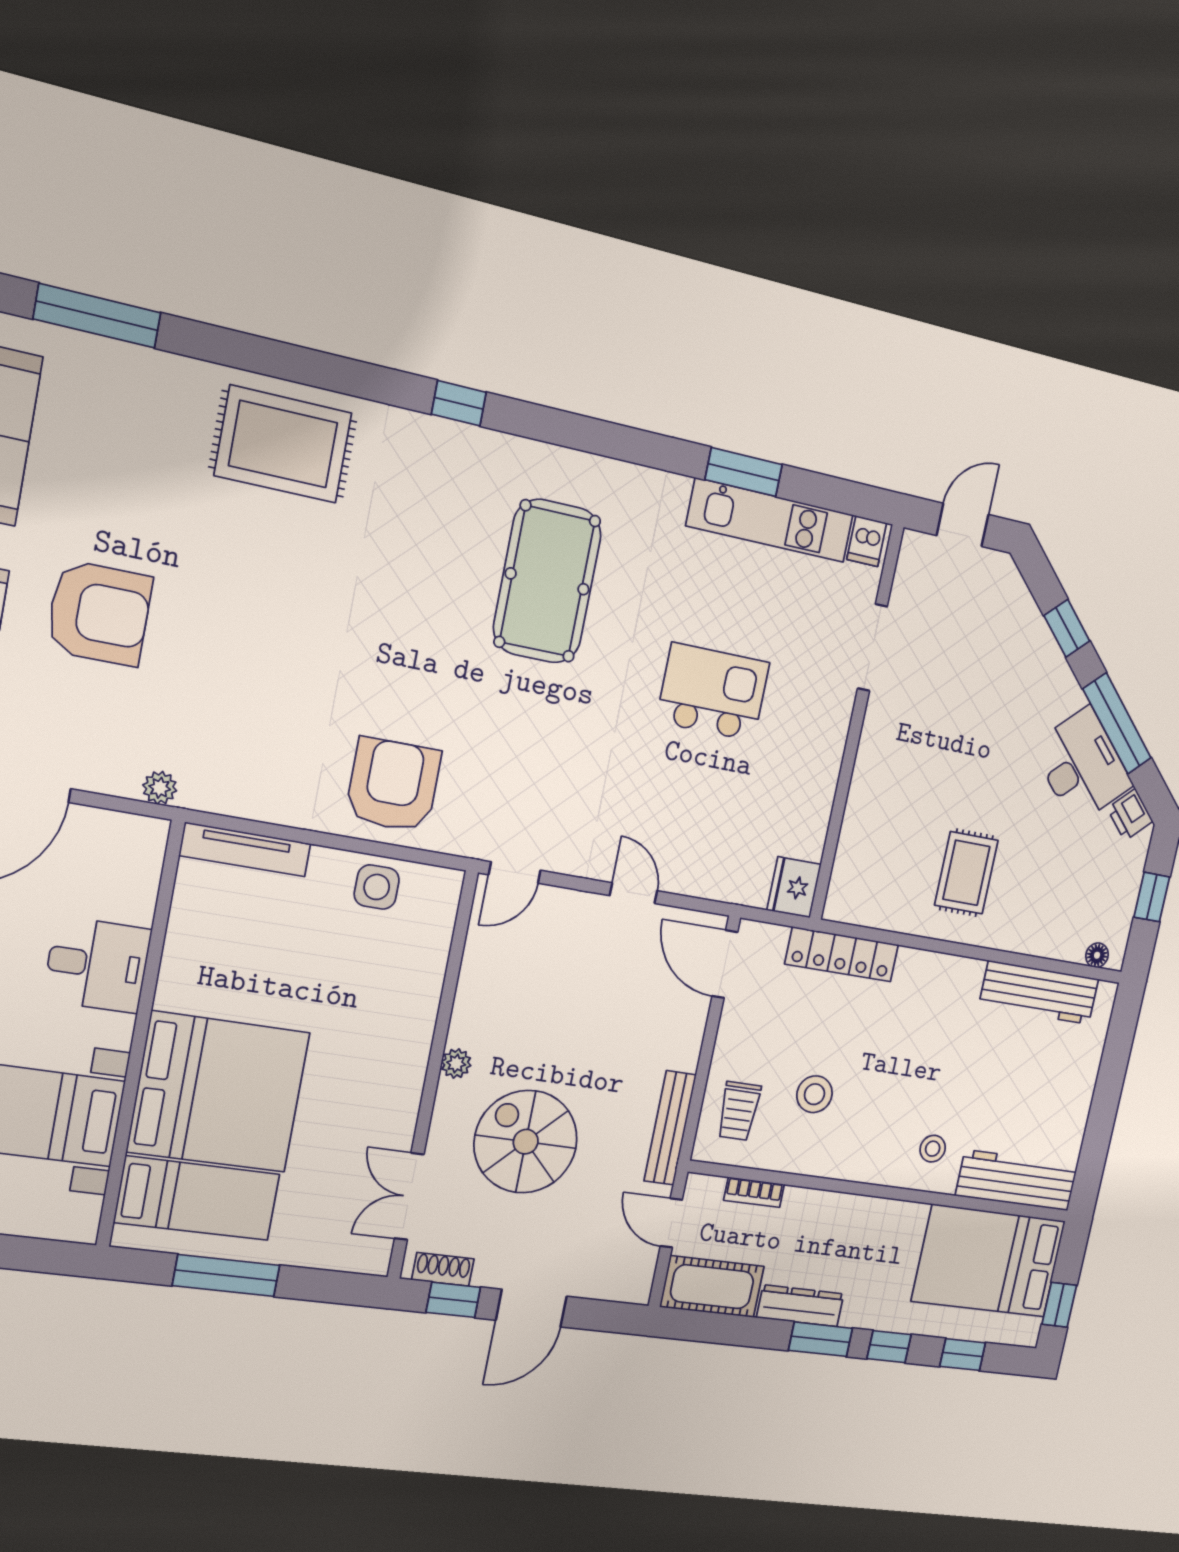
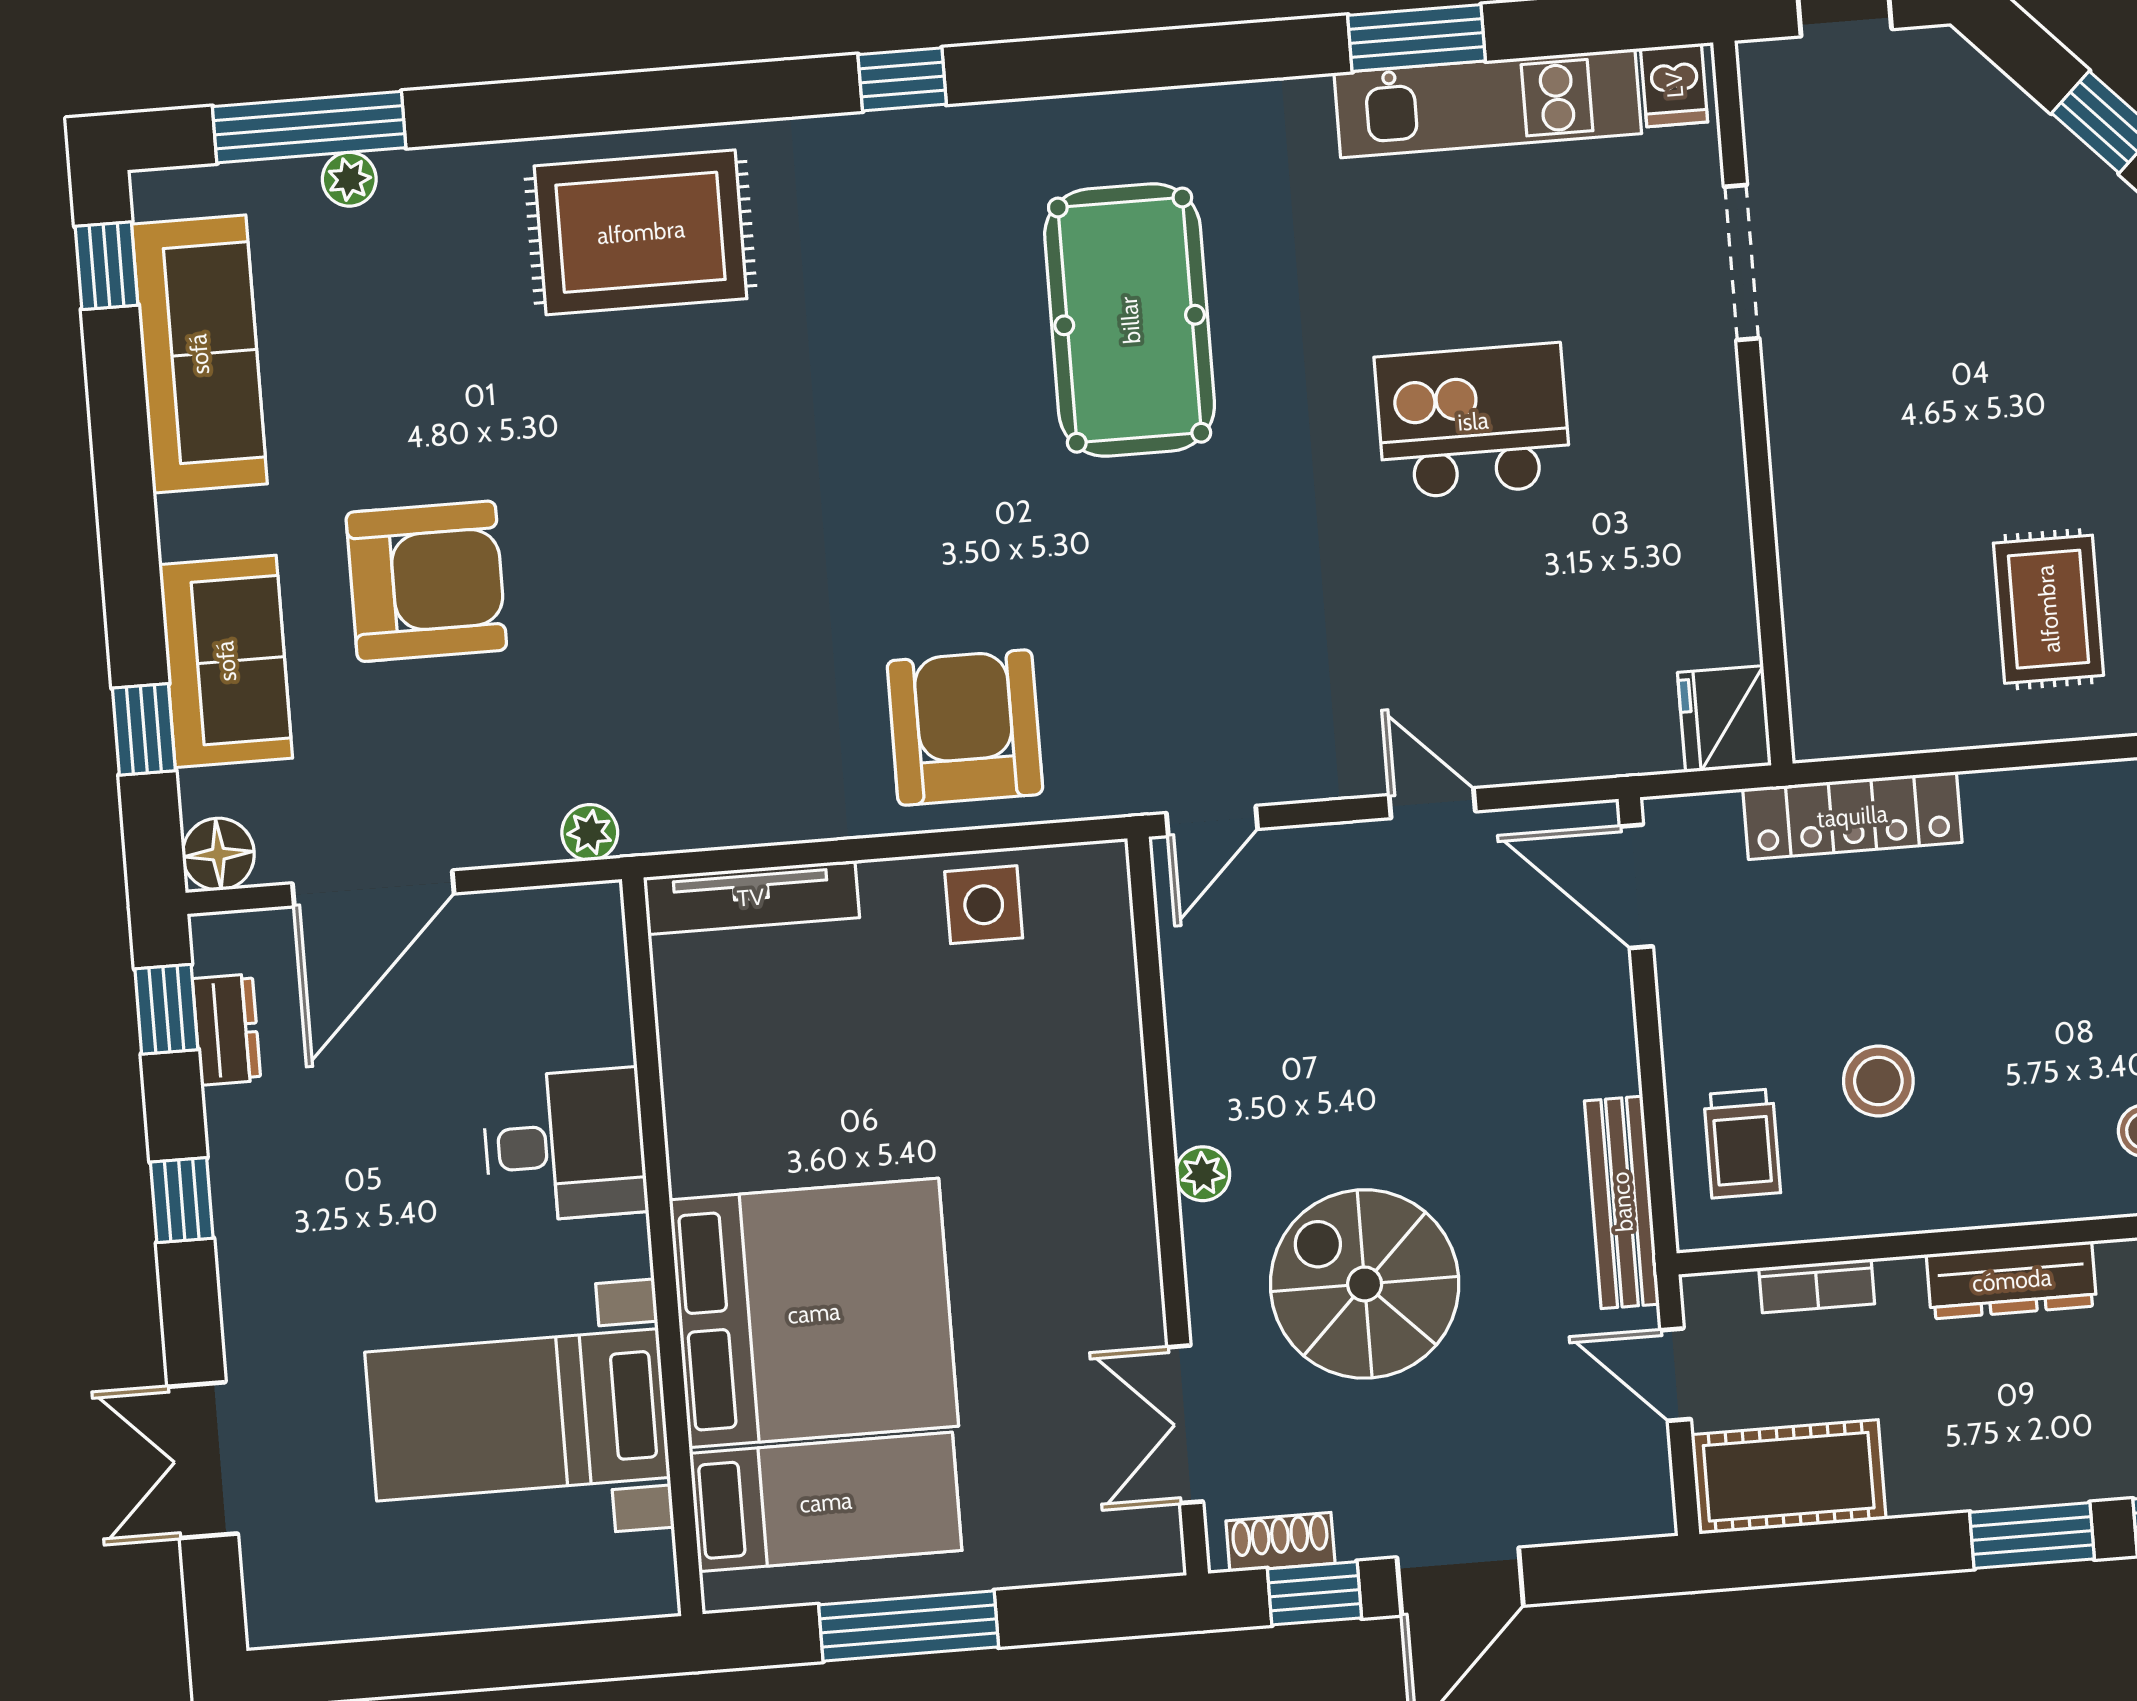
plant: (114, 356) -> (349, 179), added
dresser: (800, 1306) -> (2012, 1280), moved, turned 180

